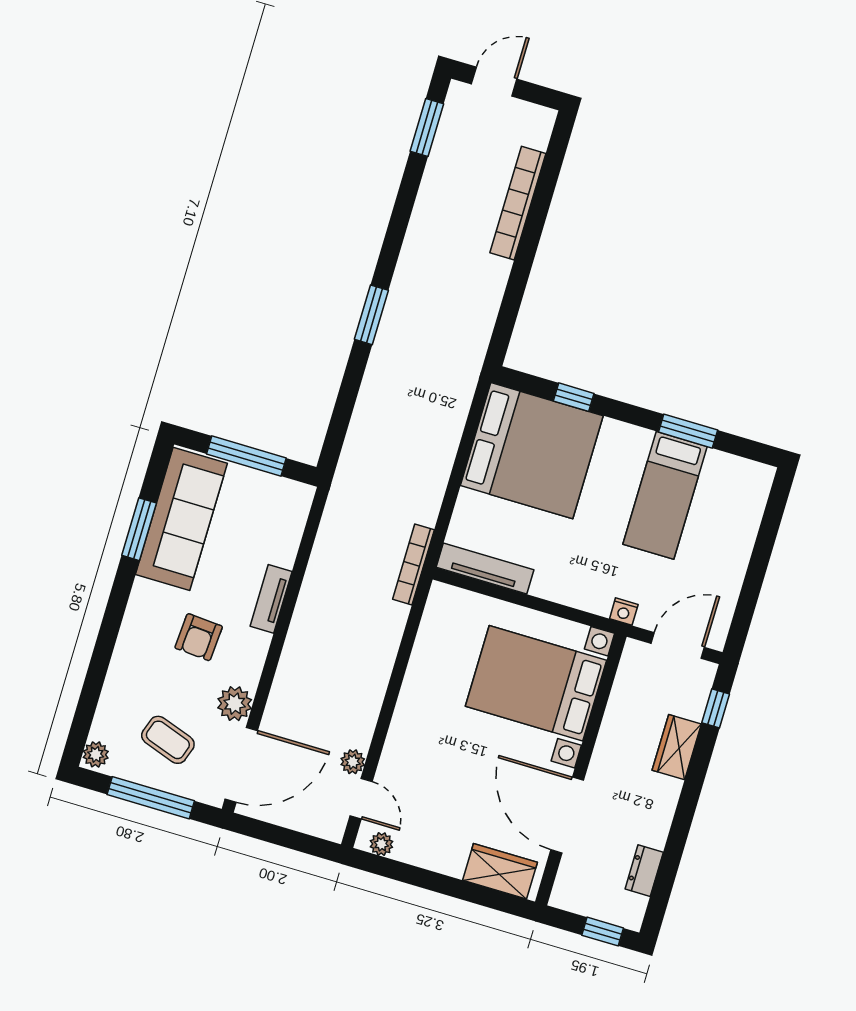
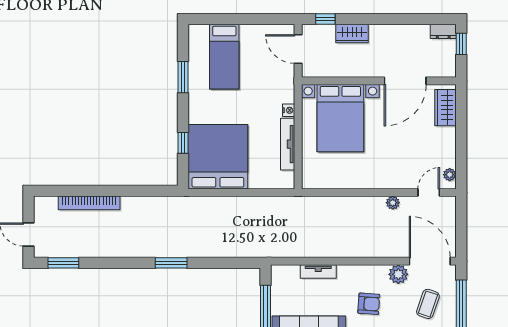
bed: (665, 495) -> (224, 57), moved, turned 90
bookcase: (413, 565) -> (297, 201), removed
tv unit: (485, 569) -> (288, 144), moved
tv unit: (271, 599) -> (318, 271), moved
nightstand: (624, 612) -> (289, 110), moved
plant: (353, 762) -> (393, 203), moved
dresser: (644, 871) -> (443, 31), moved

